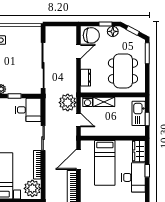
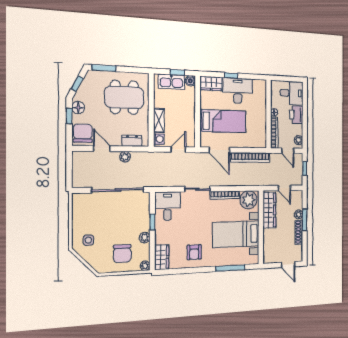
plant: (68, 103) -> (125, 157), moved, width x0.53, depth x0.53
boiler: (140, 131) -> (190, 81), added

